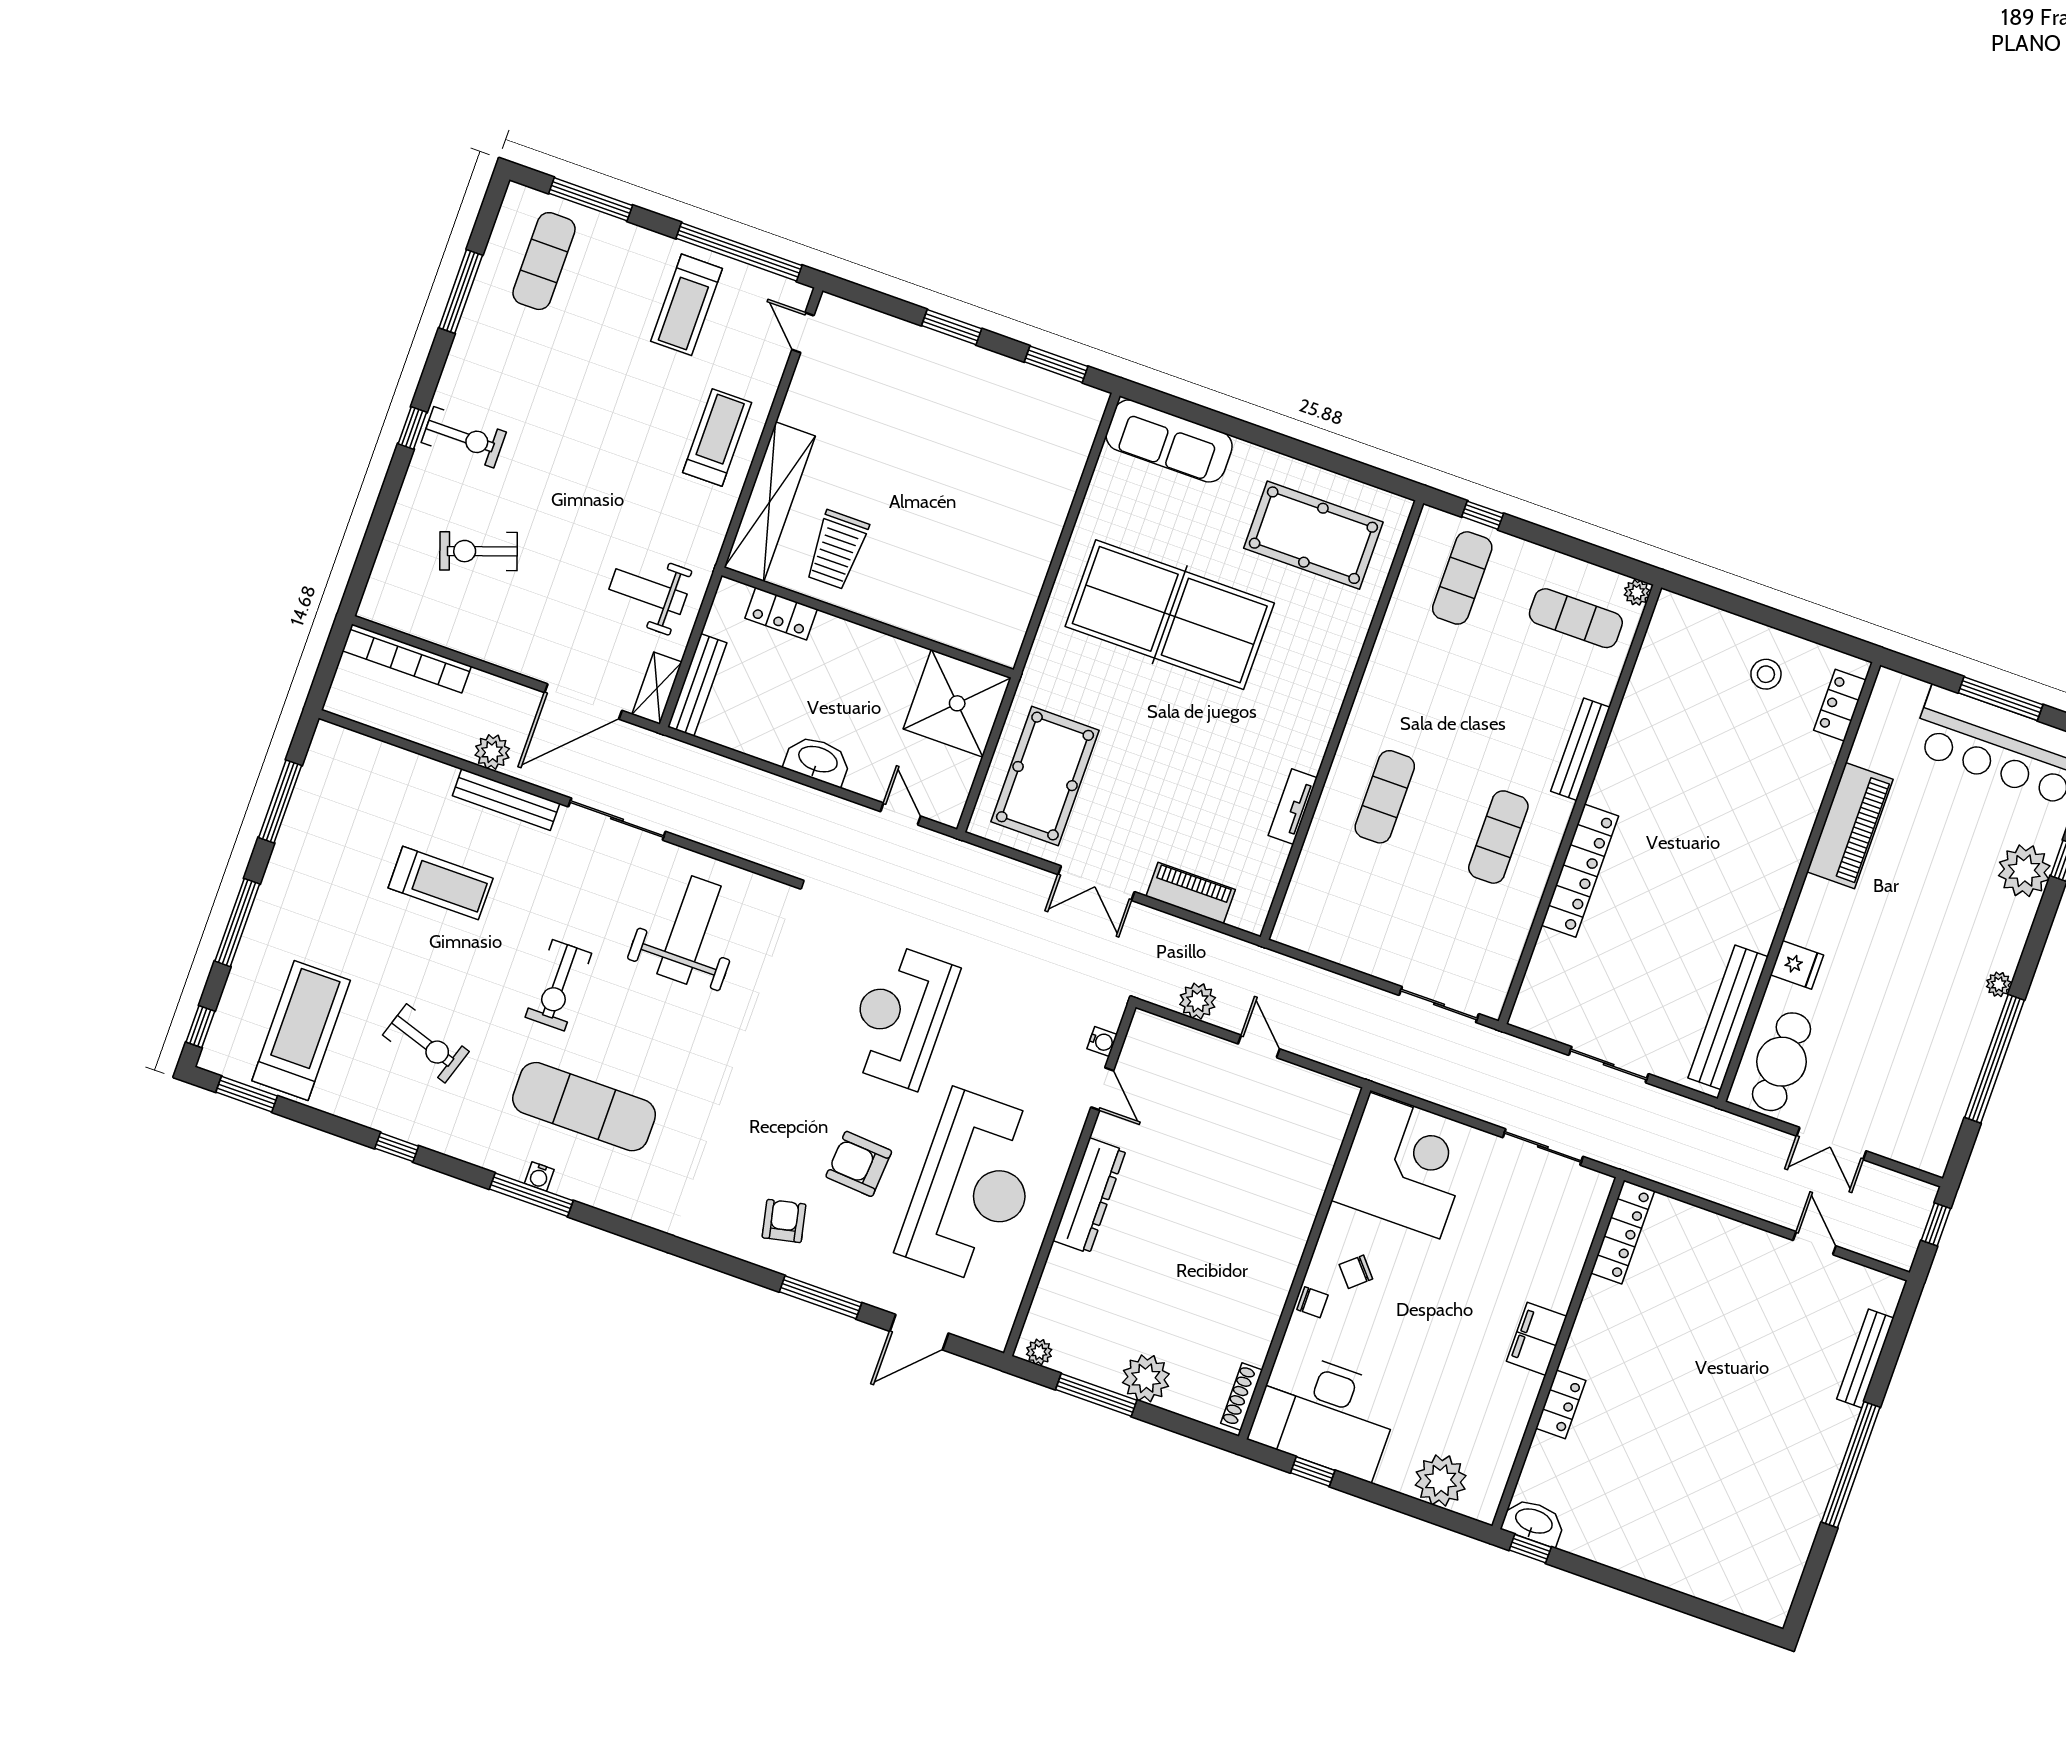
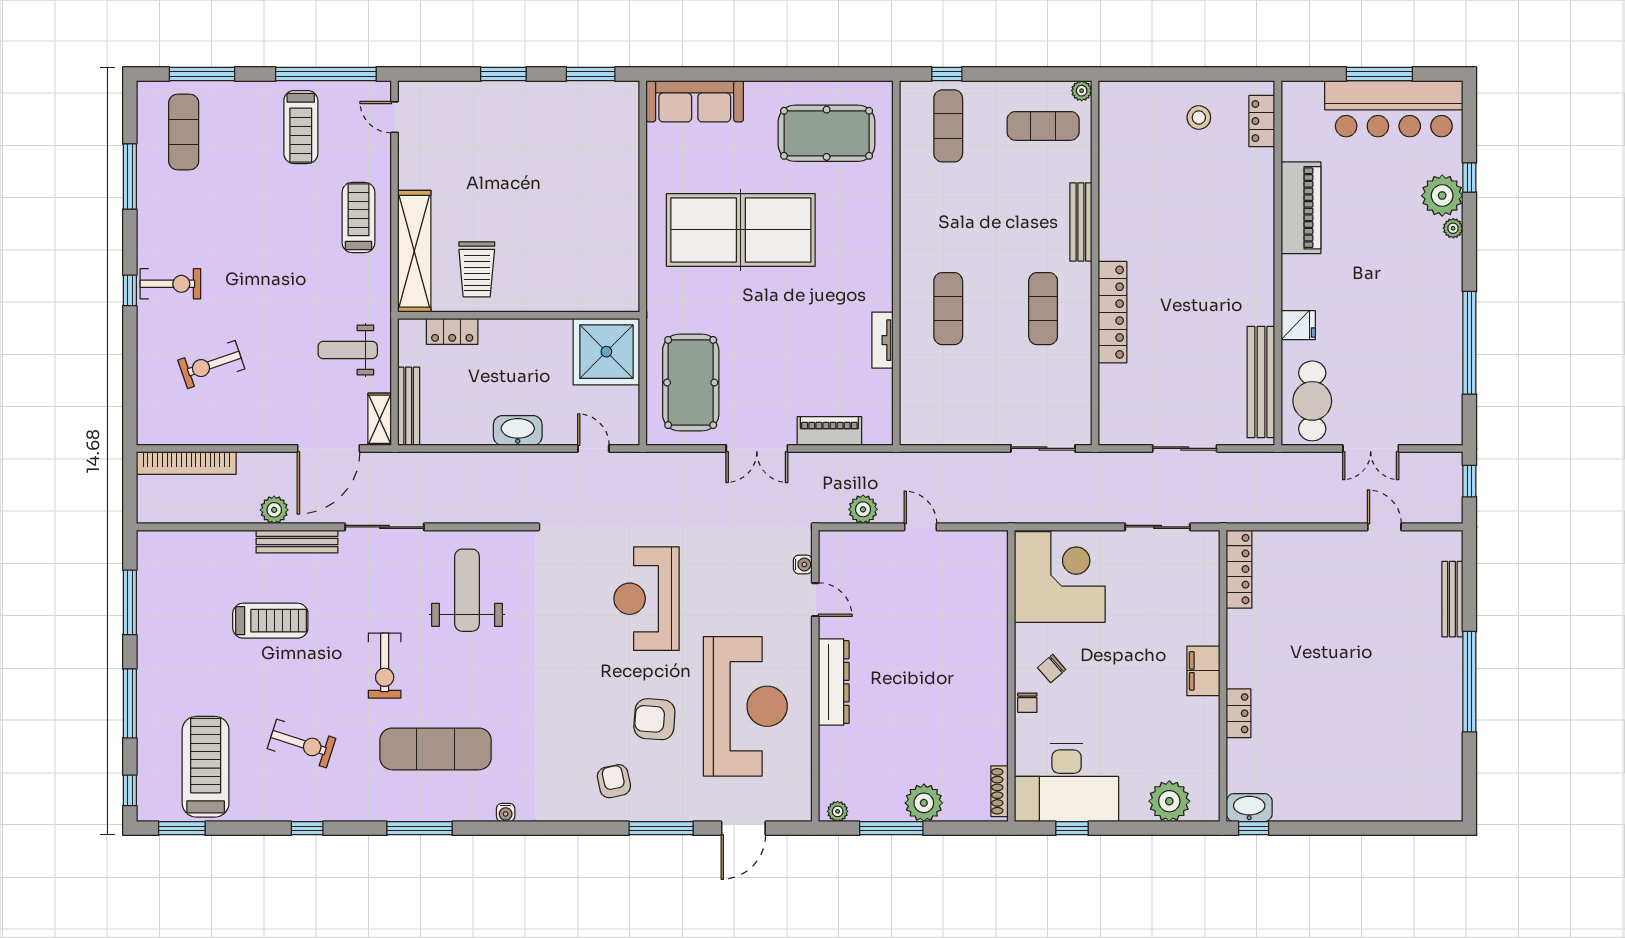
plant: (1999, 984) -> (1453, 228), moved
water cooler: (539, 1176) -> (506, 812), moved
chair: (1312, 1302) -> (1027, 703), turned 90

